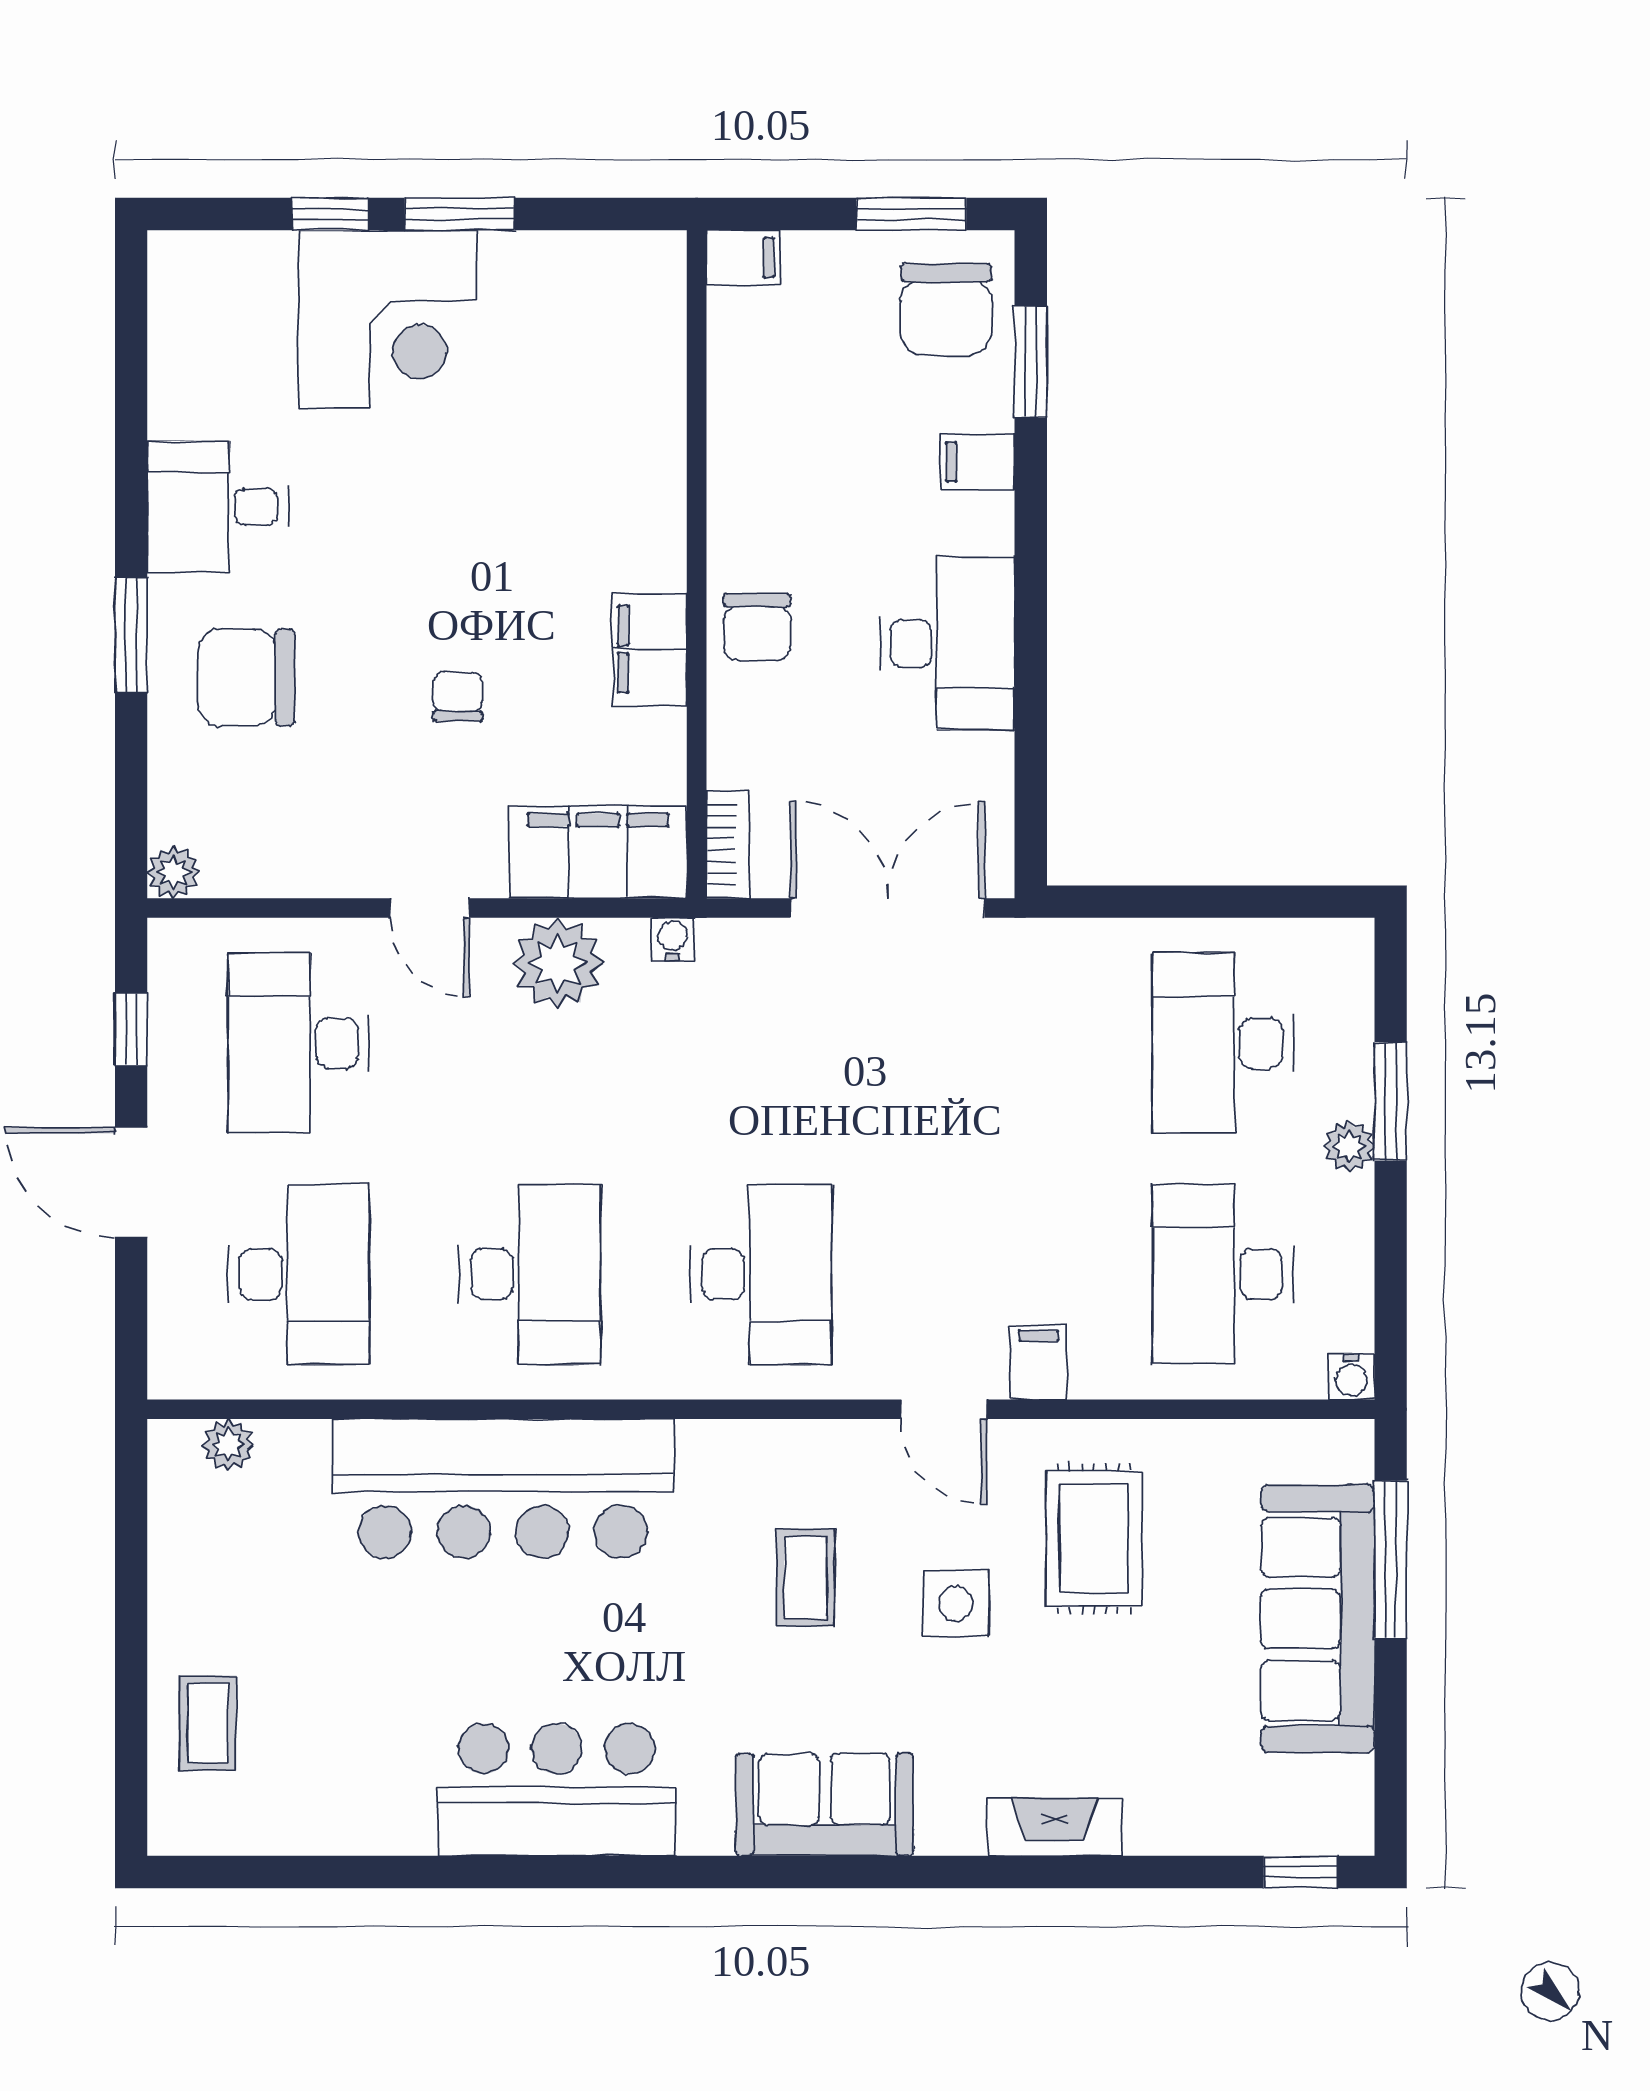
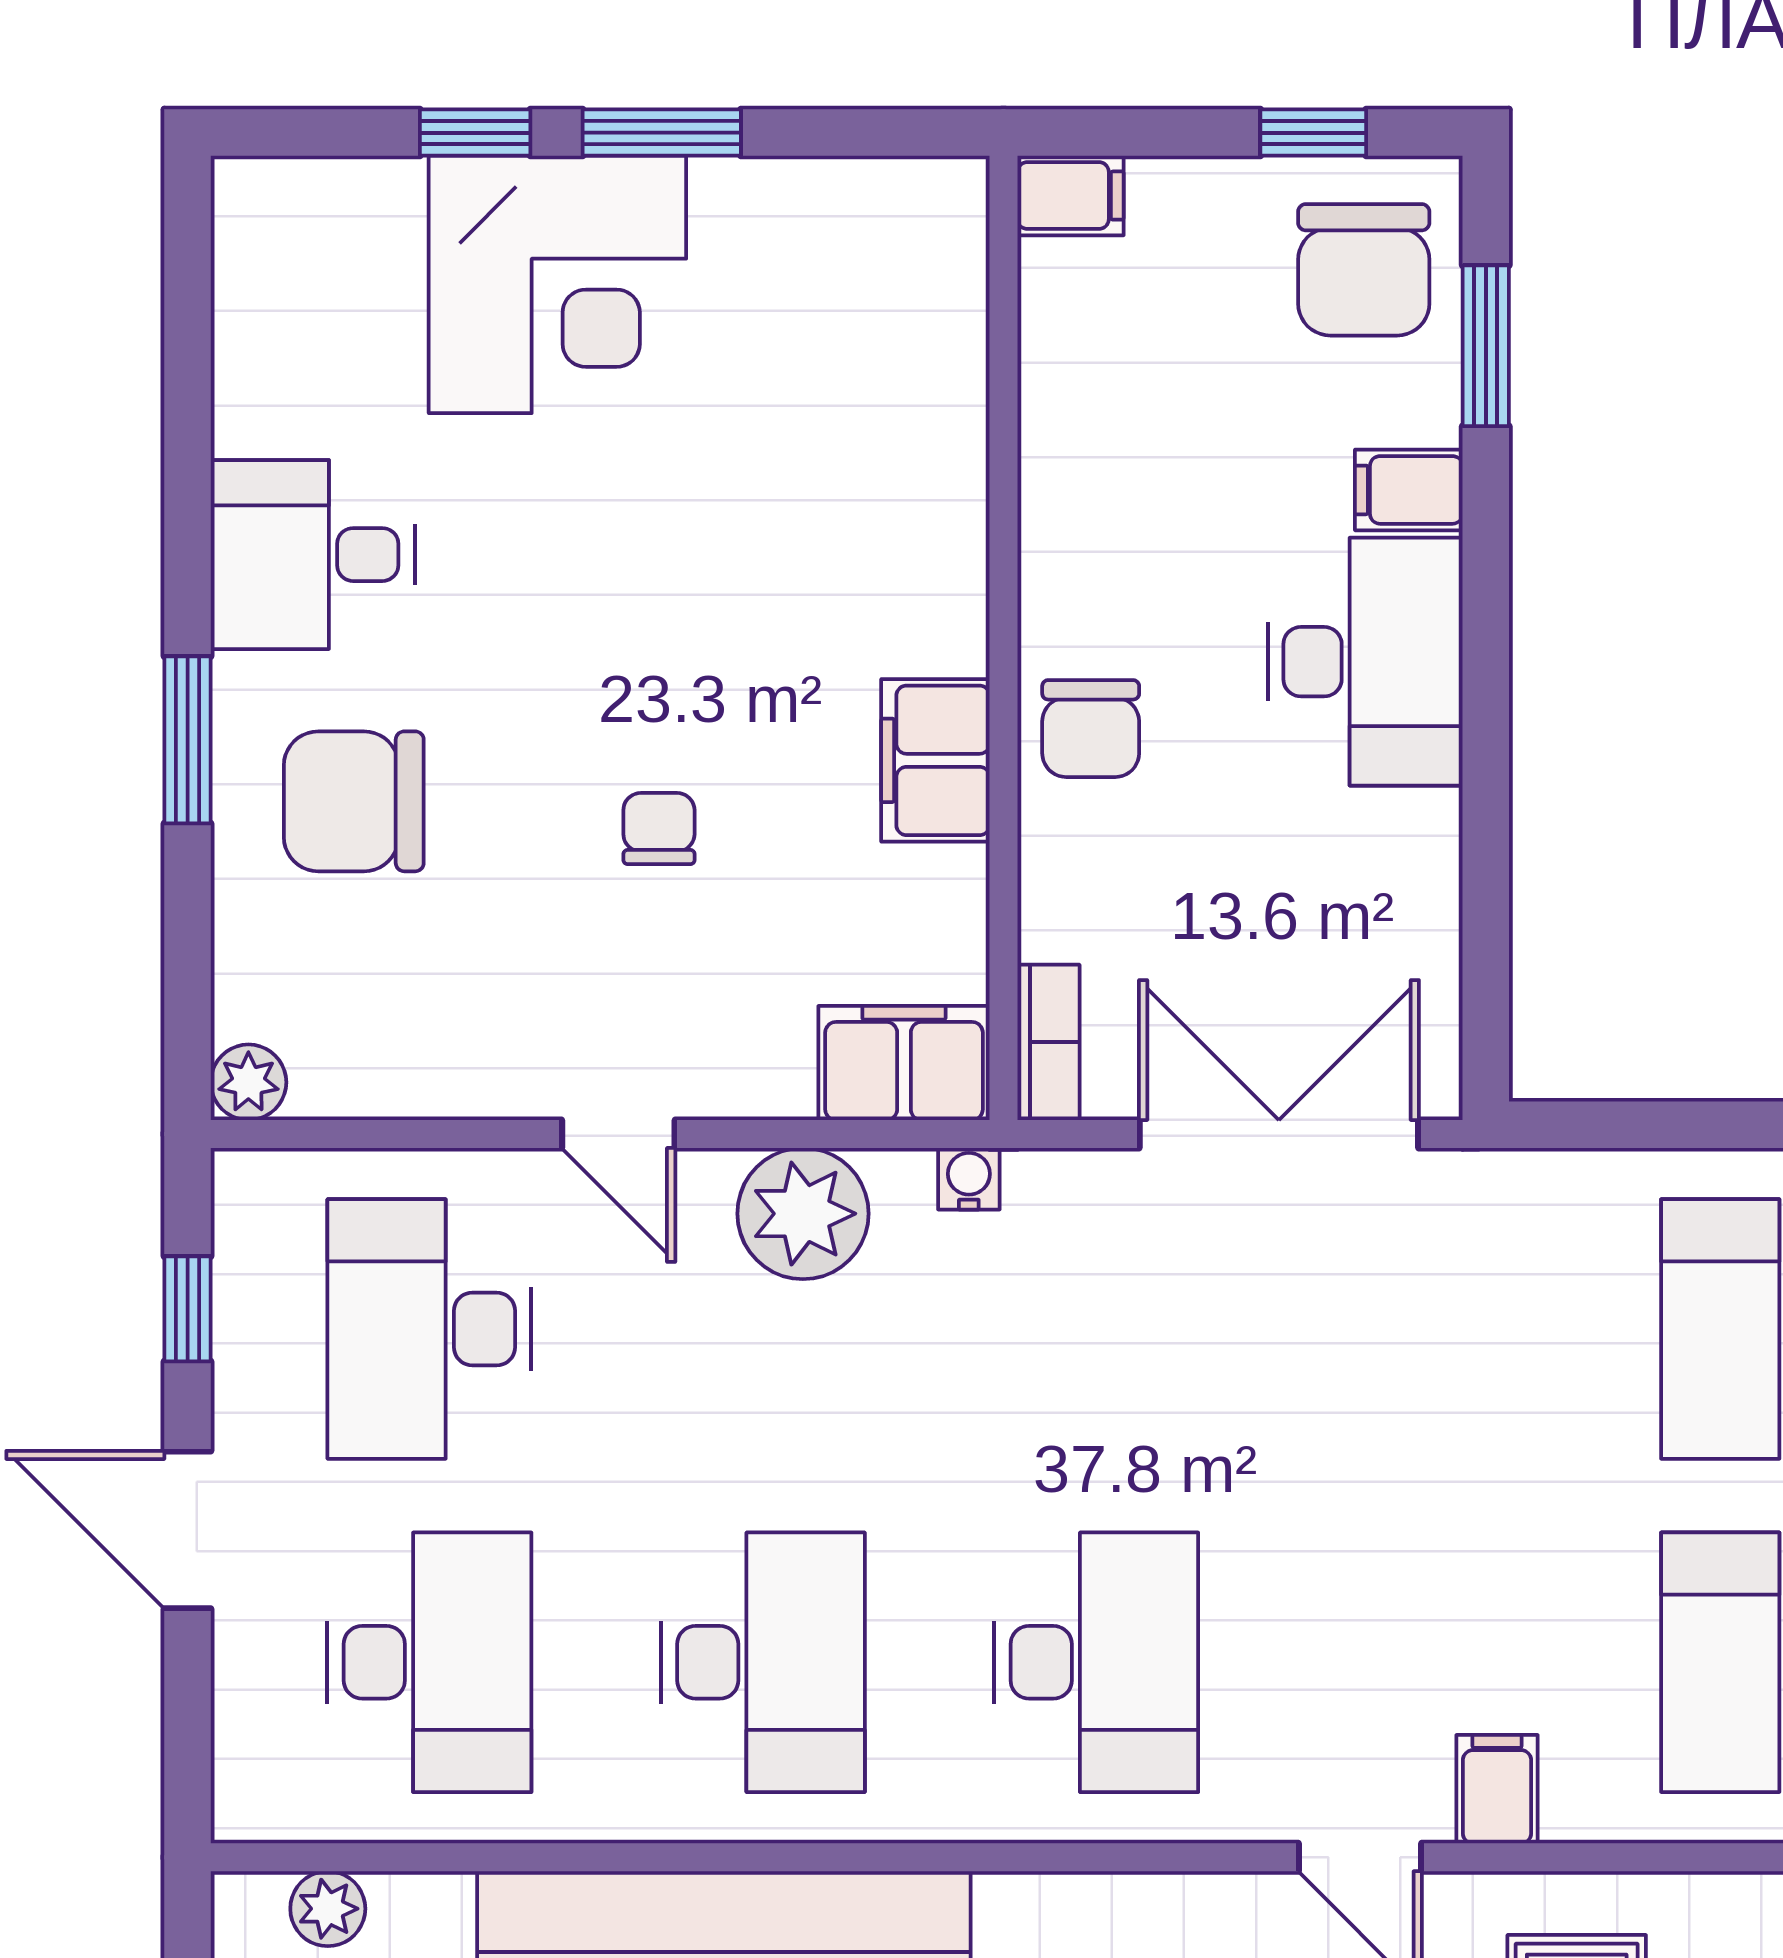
window: (911, 214) -> (1313, 133), width x0.67
desk: (947, 643) -> (1365, 662), moved
filing cabinet: (598, 852) -> (904, 1063), width x0.67, depth x0.86

